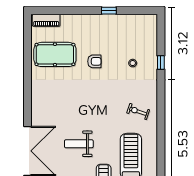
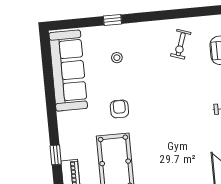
window: (109, 11) -> (56, 155), moved
sofa: (126, 26) -> (68, 71), added

